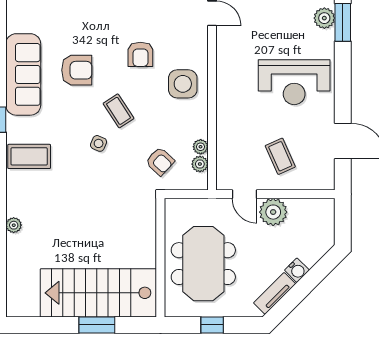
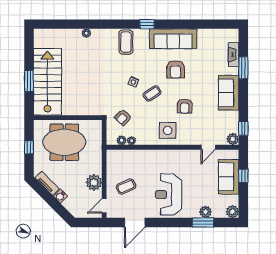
armchair: (140, 54) -> (185, 106), turned -90
door: (244, 194) -> (104, 206), moved

